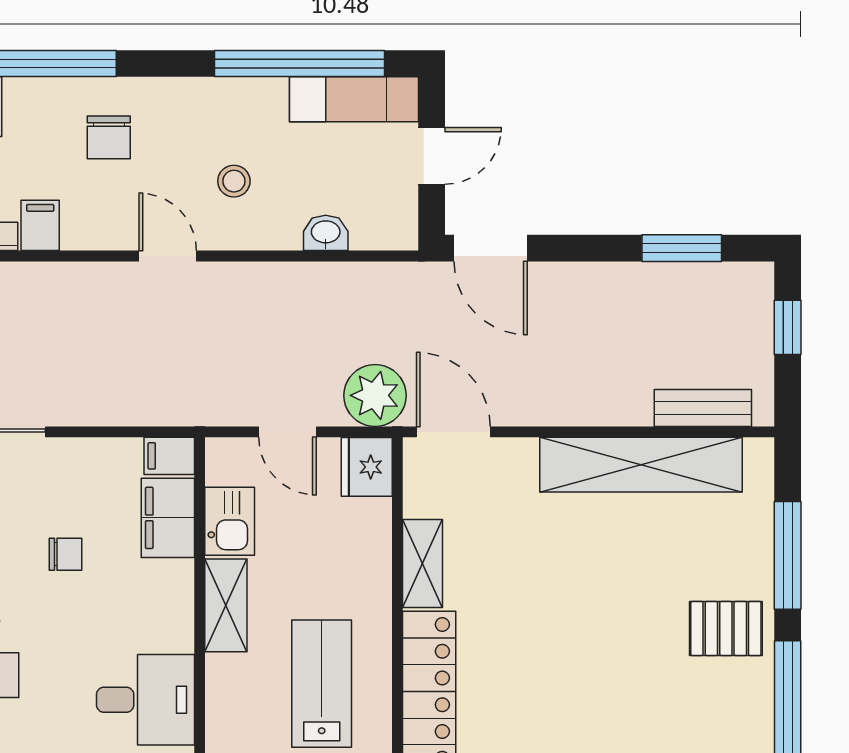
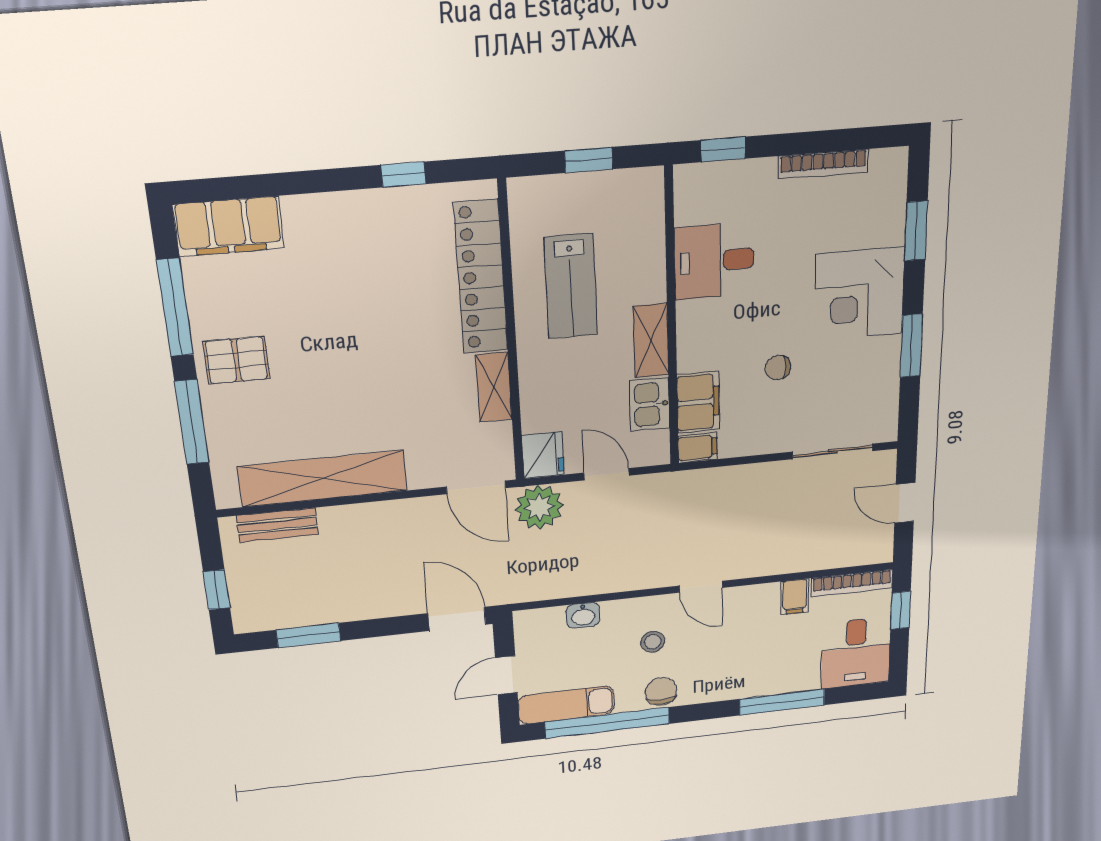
chair: (109, 137) -> (661, 691), moved

